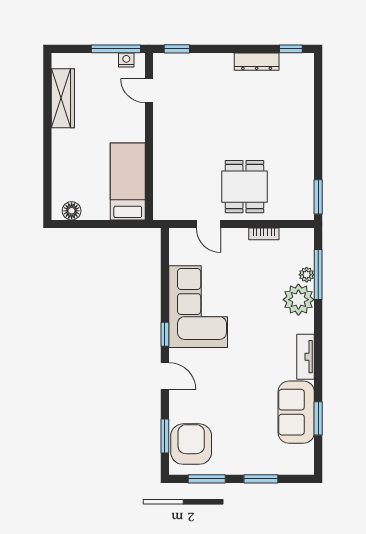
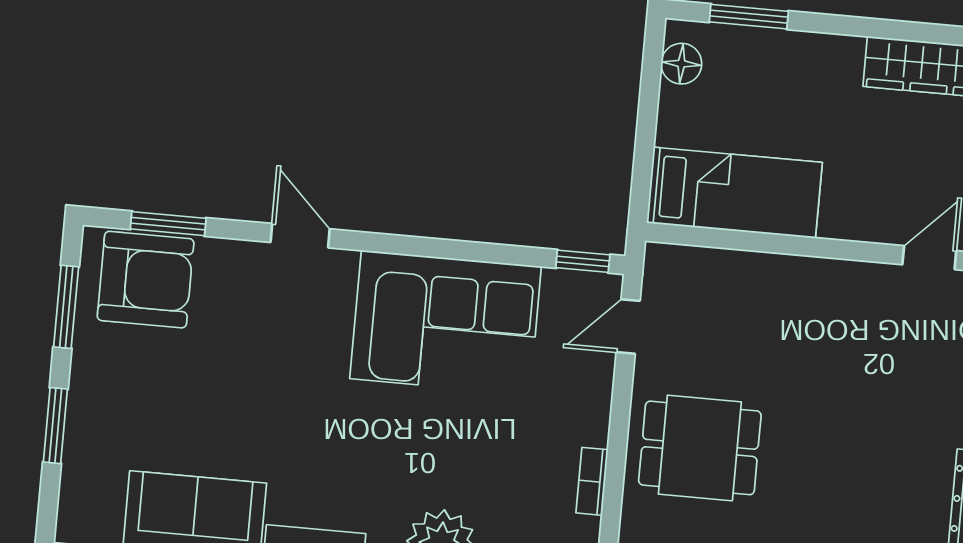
window: (47, 182) -> (749, 17), added
door: (209, 224) -> (628, 327), moved
window: (165, 334) -> (583, 261), moved
door: (165, 376) -> (300, 236), swing flipped

